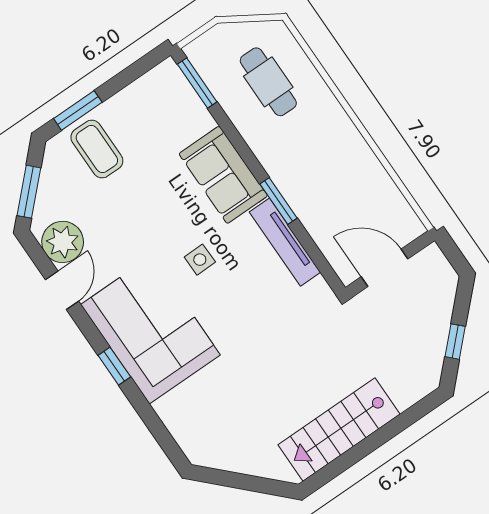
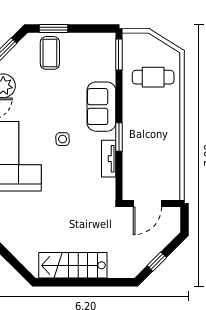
cafe table: (268, 82) -> (153, 77), turned 90
tv unit: (285, 242) -> (109, 159), width x0.71
door: (385, 268) -> (147, 203), swing flipped

